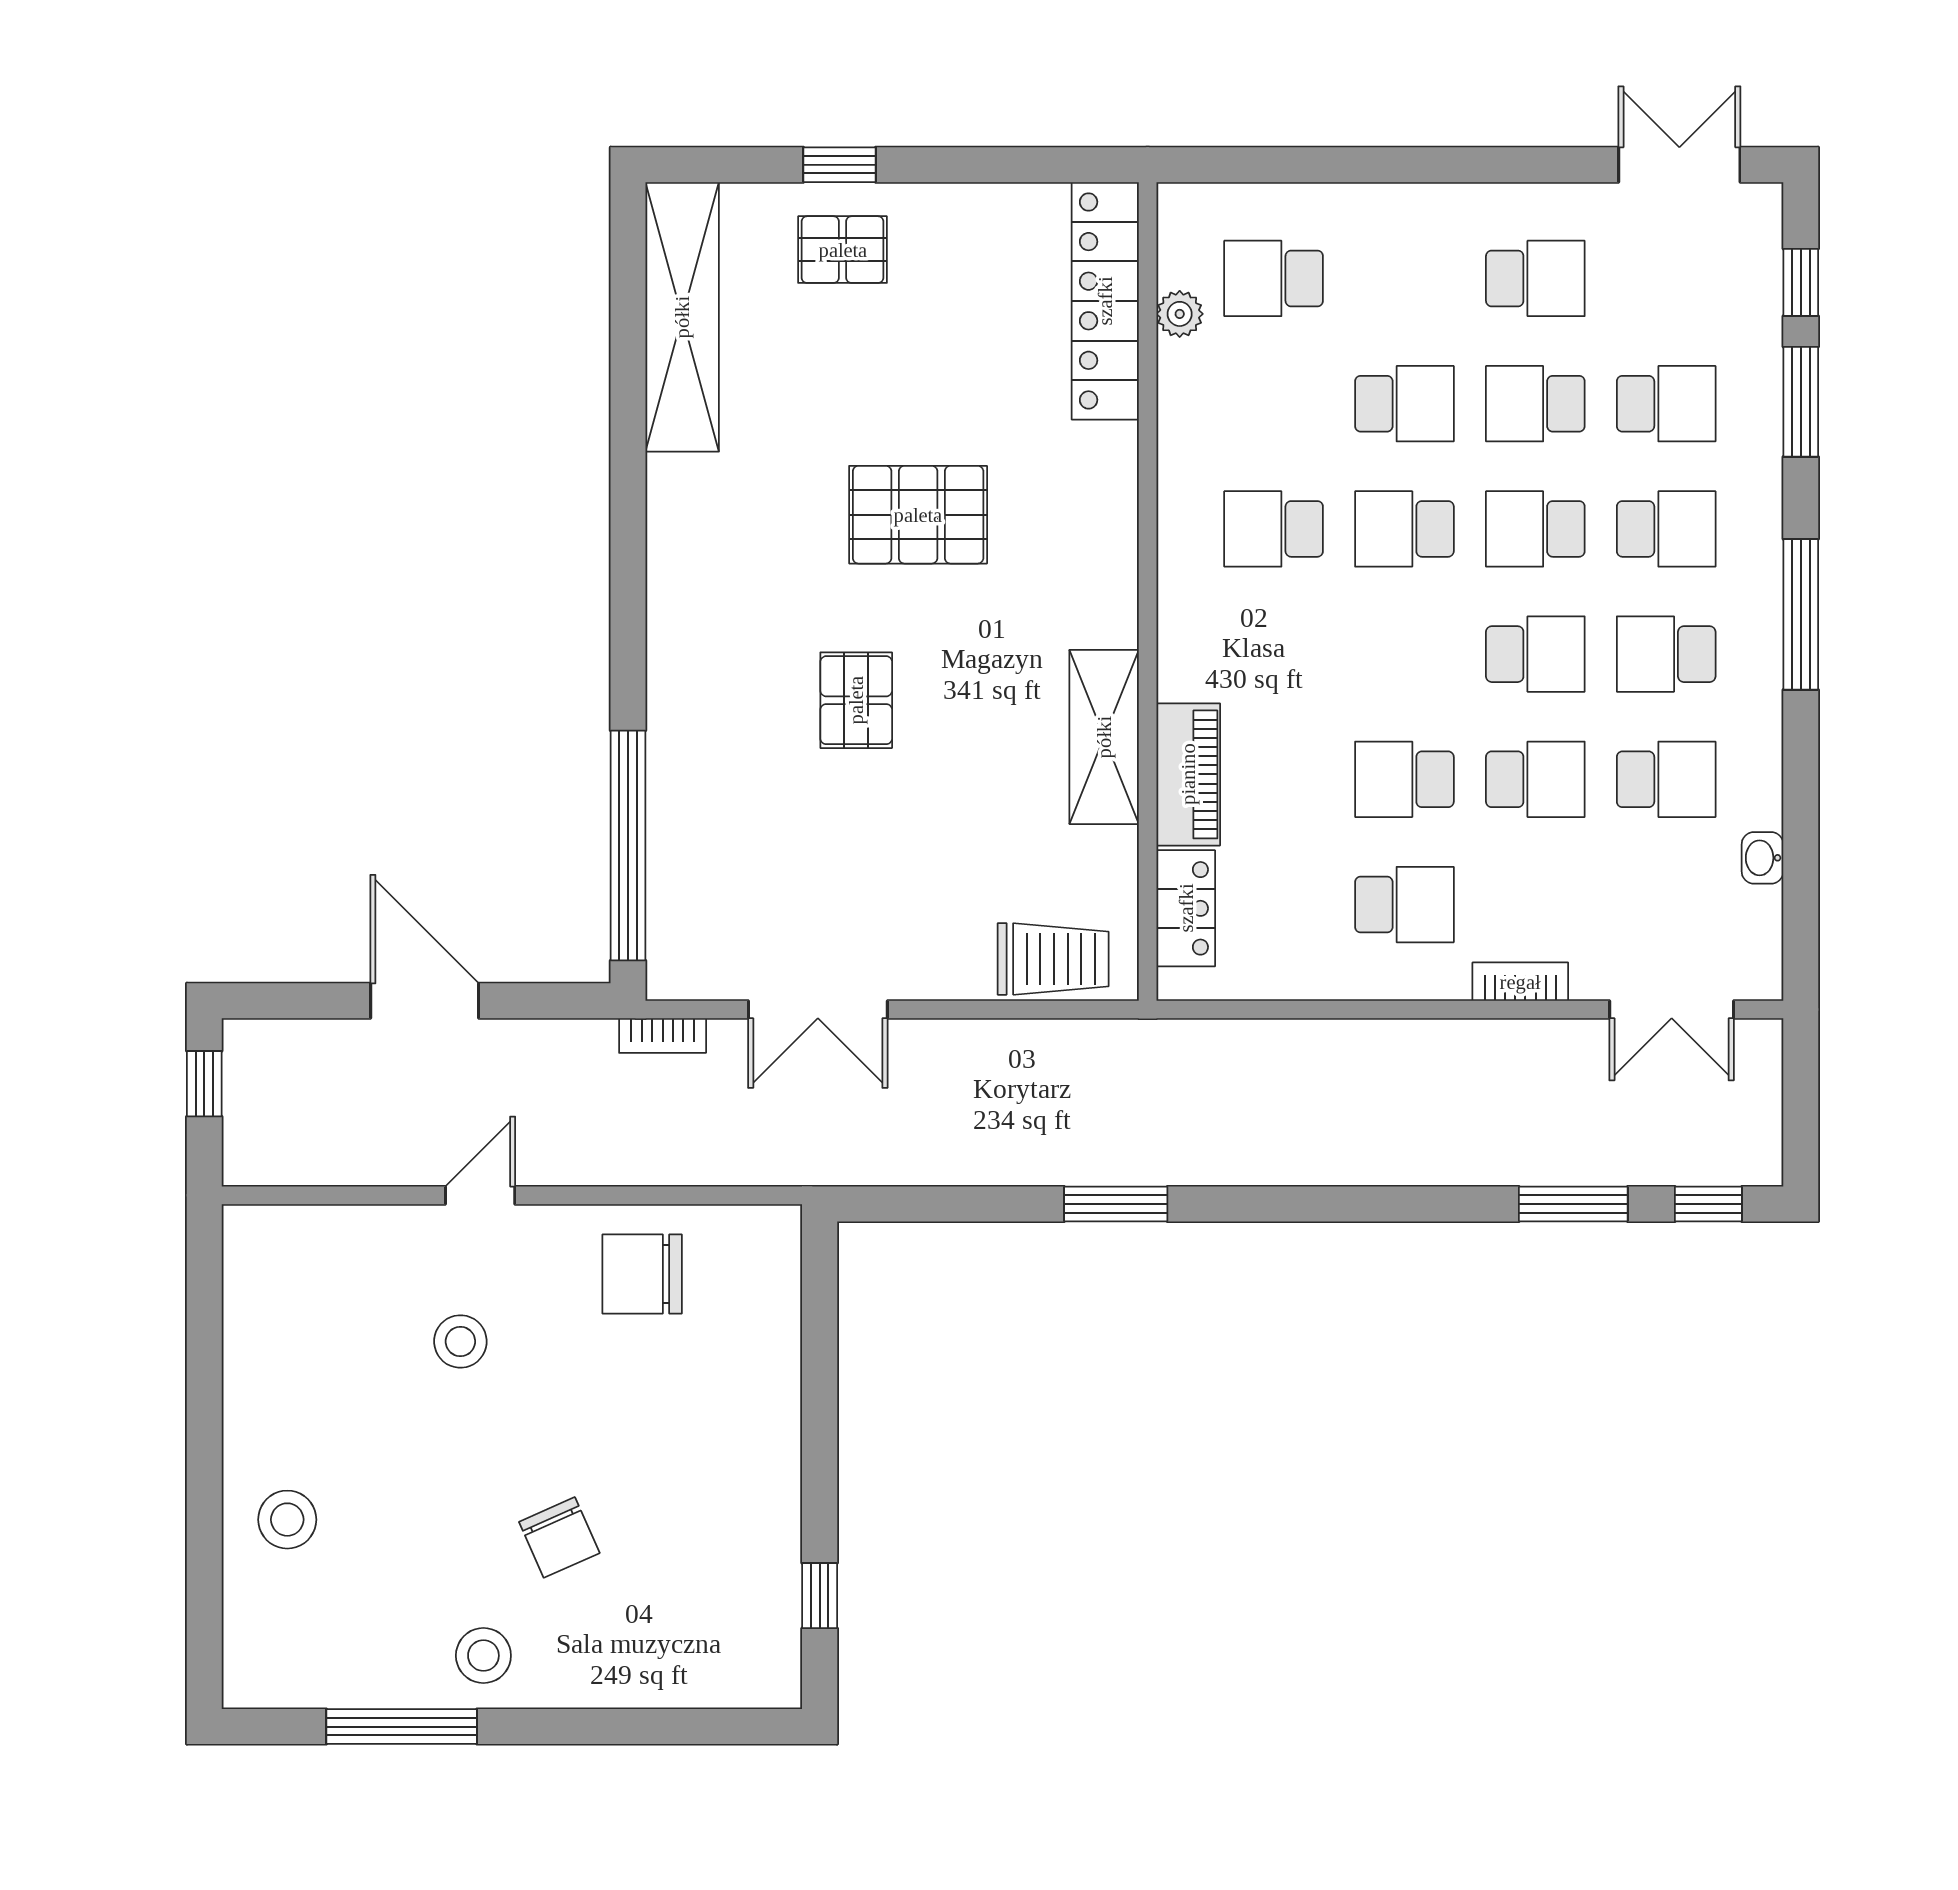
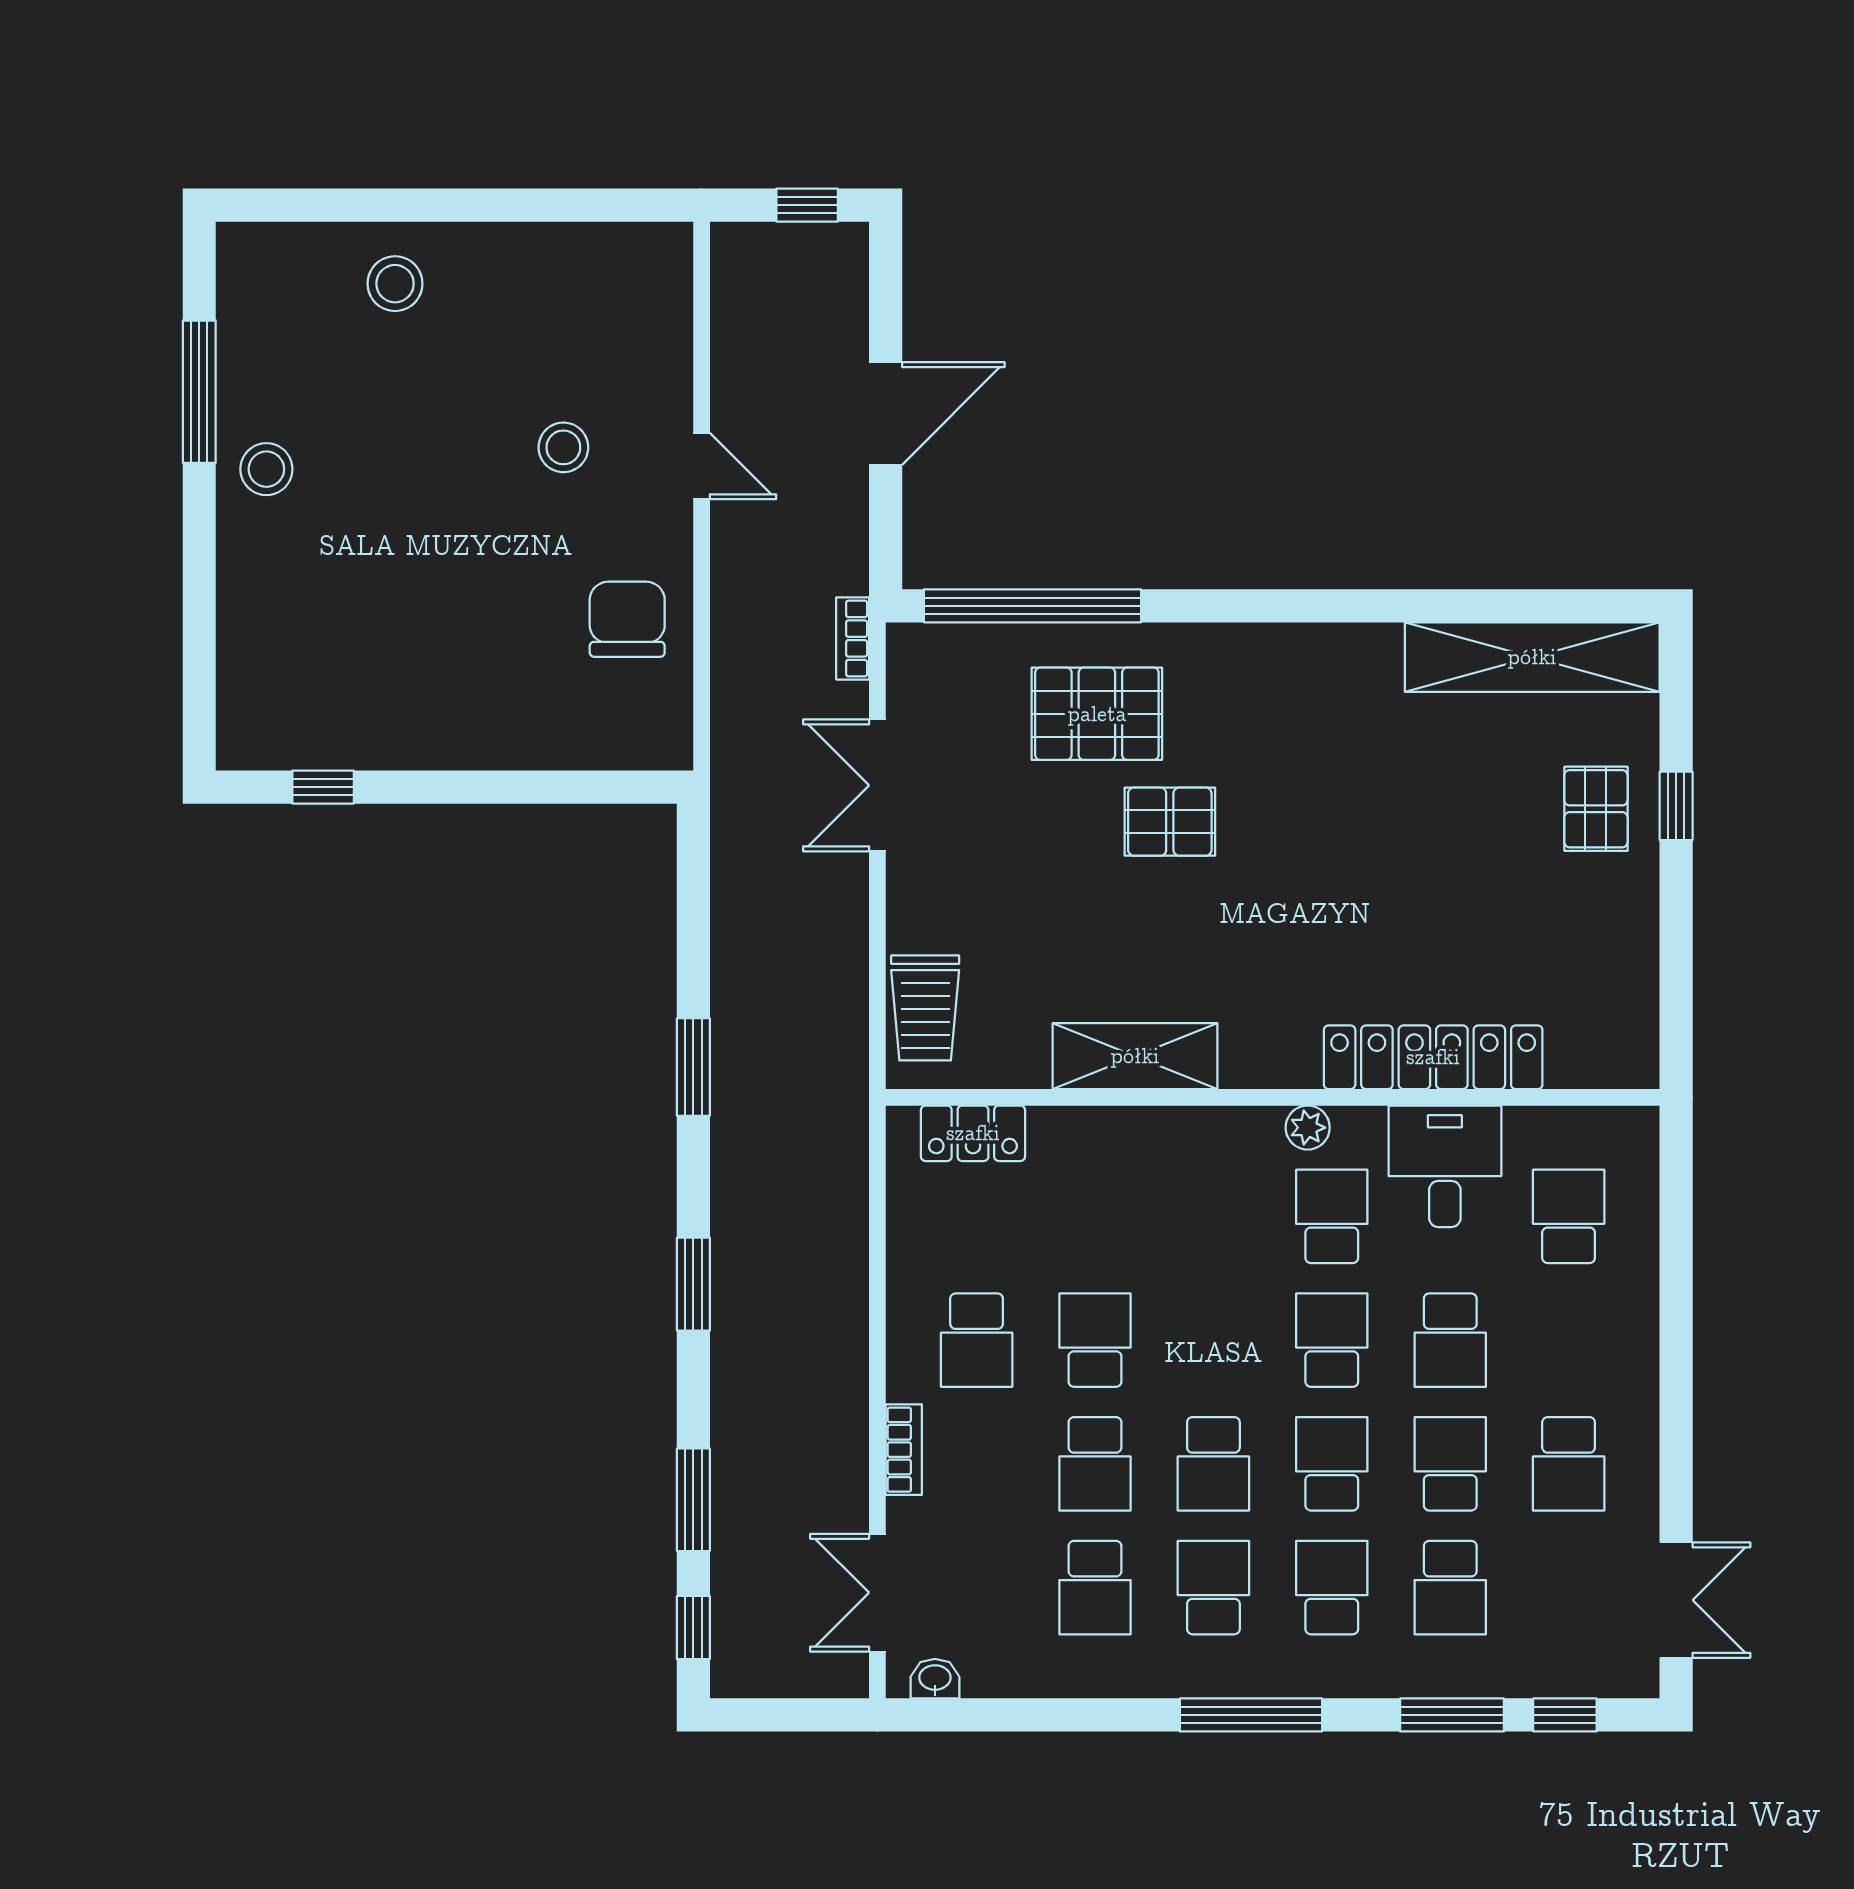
locker: (1105, 301) -> (1433, 1057), moved
plant: (1180, 314) -> (1308, 1128), moved
desk: (1221, 409) -> (1445, 1166), added
pallet: (918, 515) -> (1097, 714), moved, turned 90
school desk: (1666, 529) -> (1332, 1588), turned 180
piano: (1188, 774) -> (1100, 1136), removed
washbasin: (1763, 858) -> (935, 1679), moved
window: (1345, 1204) -> (693, 1284), added
chair: (559, 1537) -> (378, 541), removed

